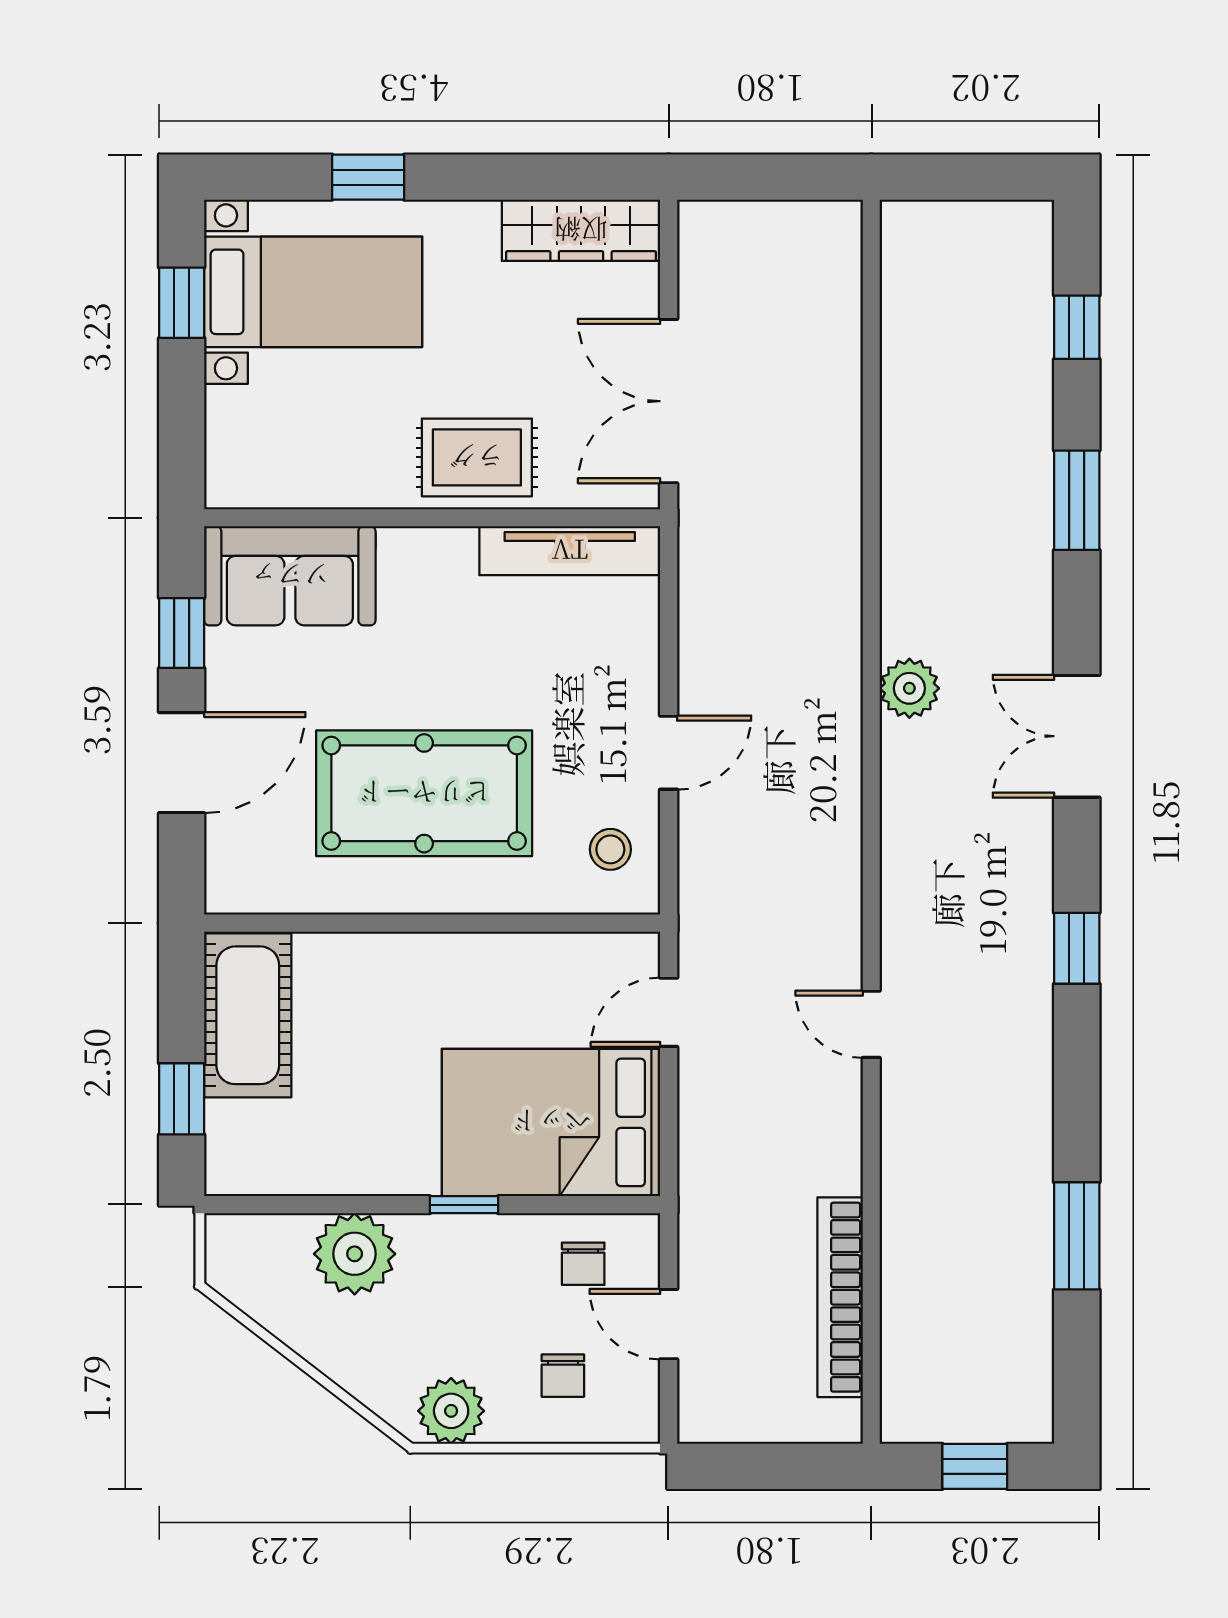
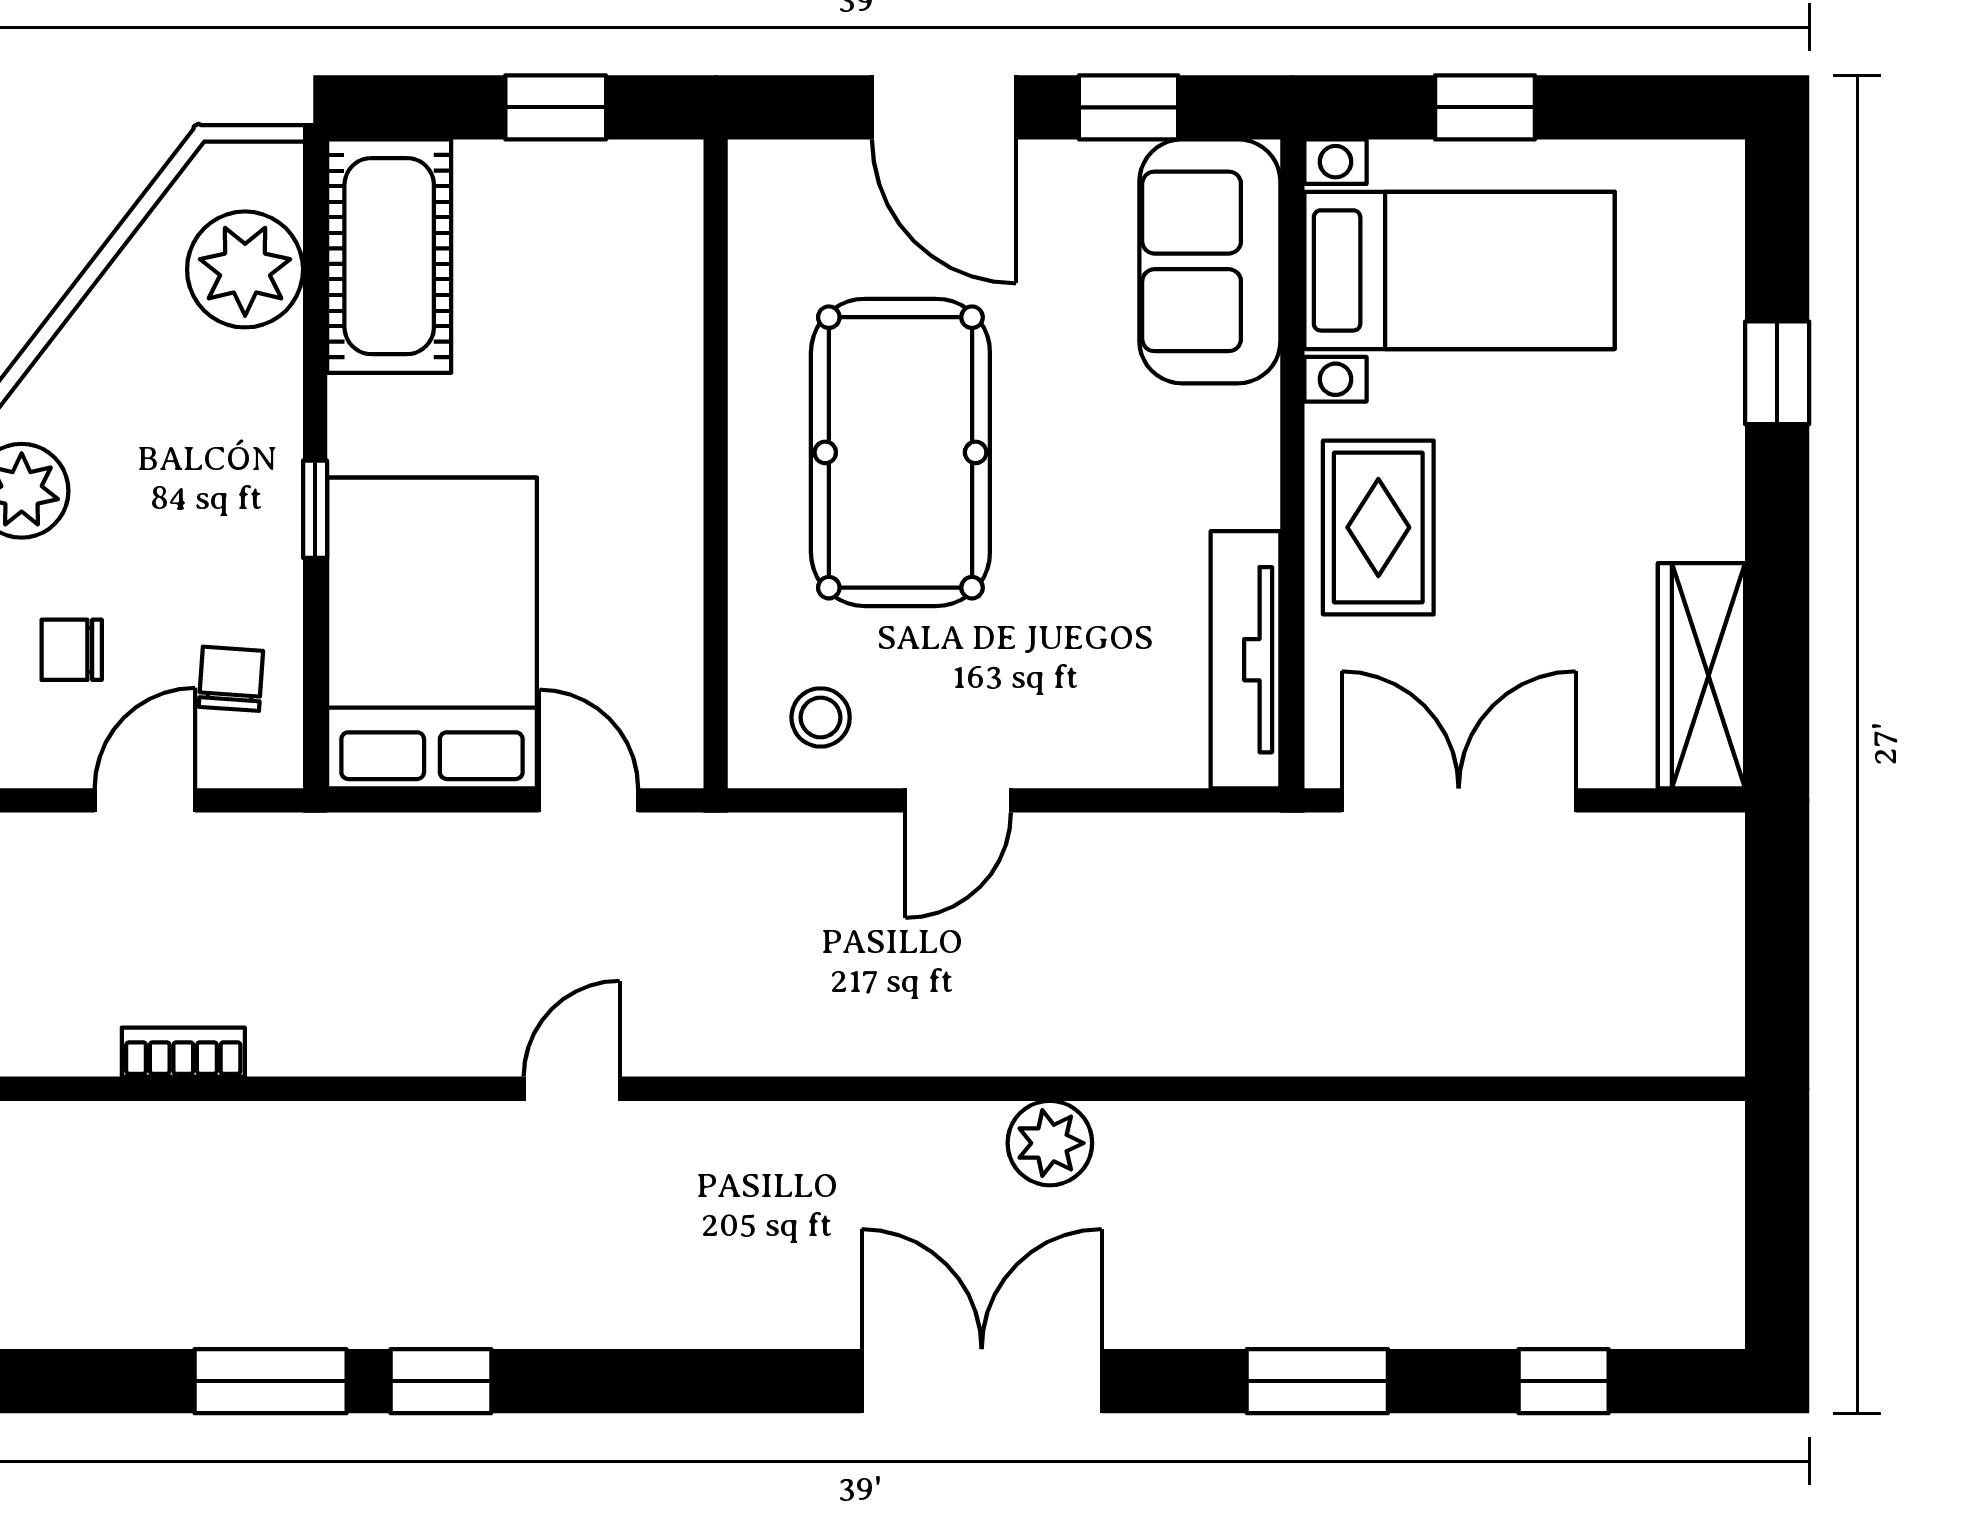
bed with nightstands: (313, 292) -> (1460, 270), moved, turned -90
window: (182, 303) -> (1485, 107), moved
double door: (1077, 736) -> (982, 1381), width x1.37
door: (669, 753) -> (958, 800), hinge flipped
window: (1077, 948) -> (441, 1381), moved
cot: (248, 1015) -> (389, 256), moved, turned 90
window: (182, 1099) -> (556, 107), moved
plant: (355, 1254) -> (245, 269), moved
chair: (583, 1264) -> (231, 679), turned 94
bookcase: (840, 1297) -> (183, 1052), width x0.43, depth x0.76

